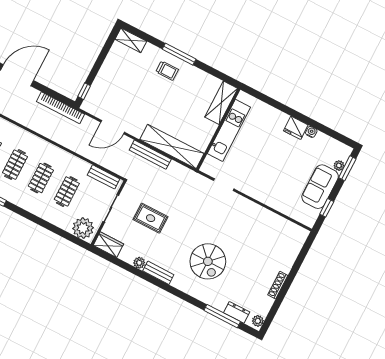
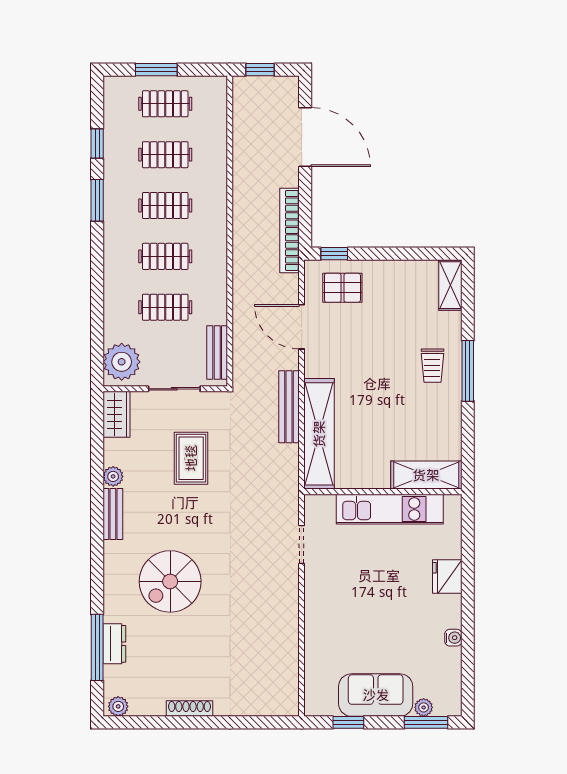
pallet: (104, 96) -> (342, 288), added
fridge: (296, 128) -> (447, 577), moved
dresser: (237, 312) -> (114, 644), moved

